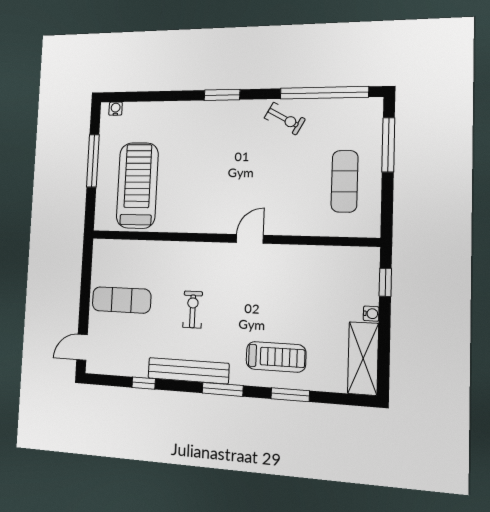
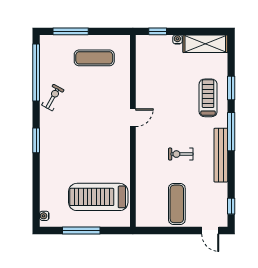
door: (250, 239) -> (133, 118), swing flipped
window: (144, 383) -> (231, 206), moved
window: (223, 389) -> (231, 132), width x1.44

